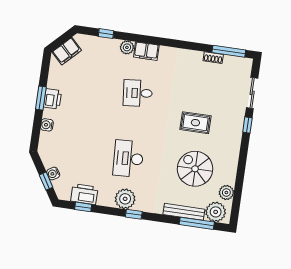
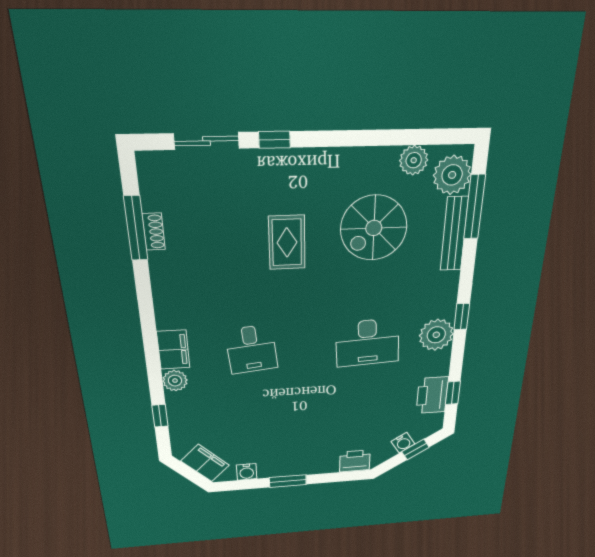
window: (229, 51) -> (136, 228), moved
printer: (53, 99) -> (355, 461), moved
water cooler: (47, 125) -> (247, 472), moved

